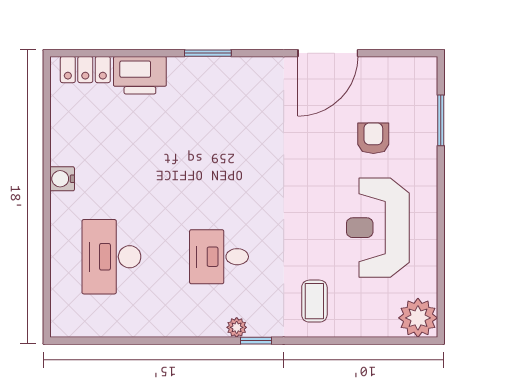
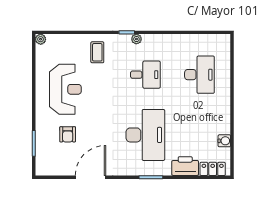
desk: (219, 137) -> (145, 135), added
water cooler: (62, 179) -> (224, 141), moved
plant: (418, 318) -> (41, 39), width x0.53, depth x0.53

